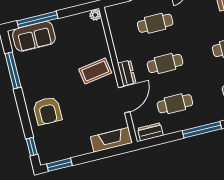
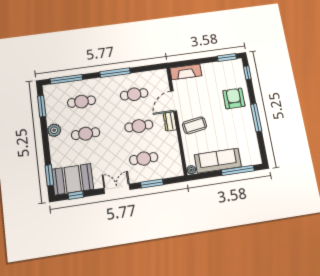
sofa: (34, 36) -> (218, 161), moved, width x1.36
window: (13, 70) -> (256, 118), moved
dresser: (150, 132) -> (155, 75), removed

